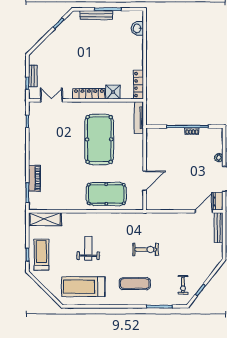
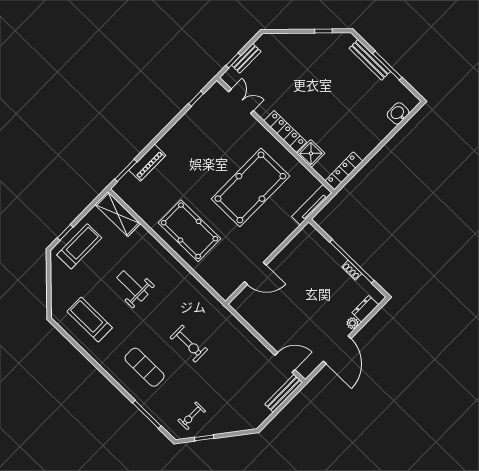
pool table: (106, 194) -> (190, 231), moved
dresser: (218, 201) -> (365, 309), moved
weight bench: (88, 248) -> (132, 286), turned -90
treadmill: (83, 287) -> (90, 320), width x0.73, depth x0.73

